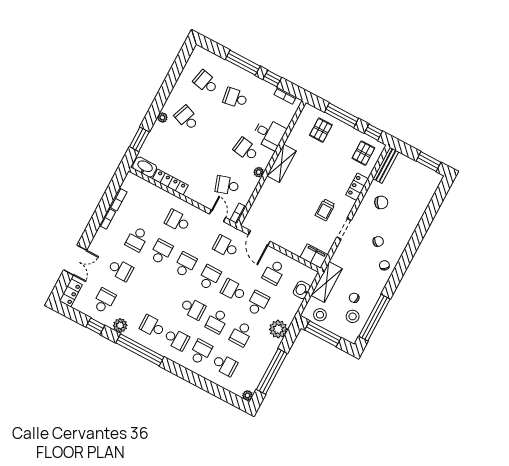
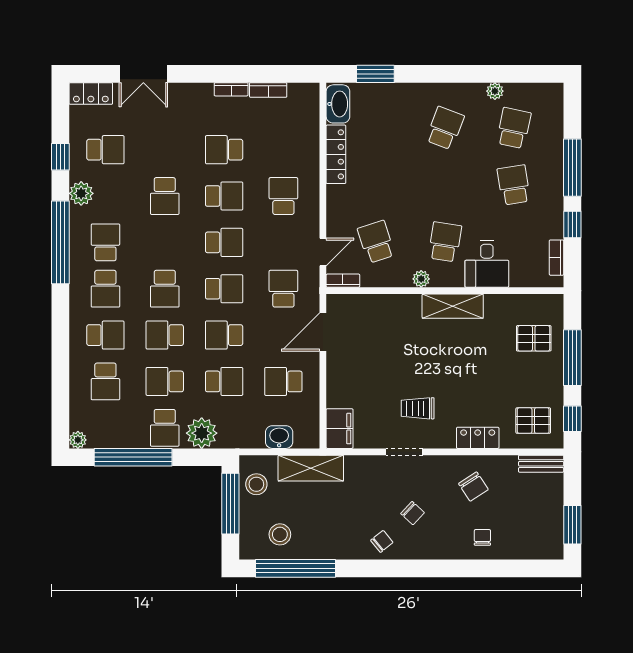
plant: (162, 118) -> (495, 91), moved
bench: (386, 165) -> (541, 464), width x0.73
school desk: (120, 270) -> (165, 196), moved
school desk: (233, 290) -> (224, 335), turned -90
chair: (354, 298) -> (482, 537), moved
school desk: (265, 347) -> (165, 428), added

